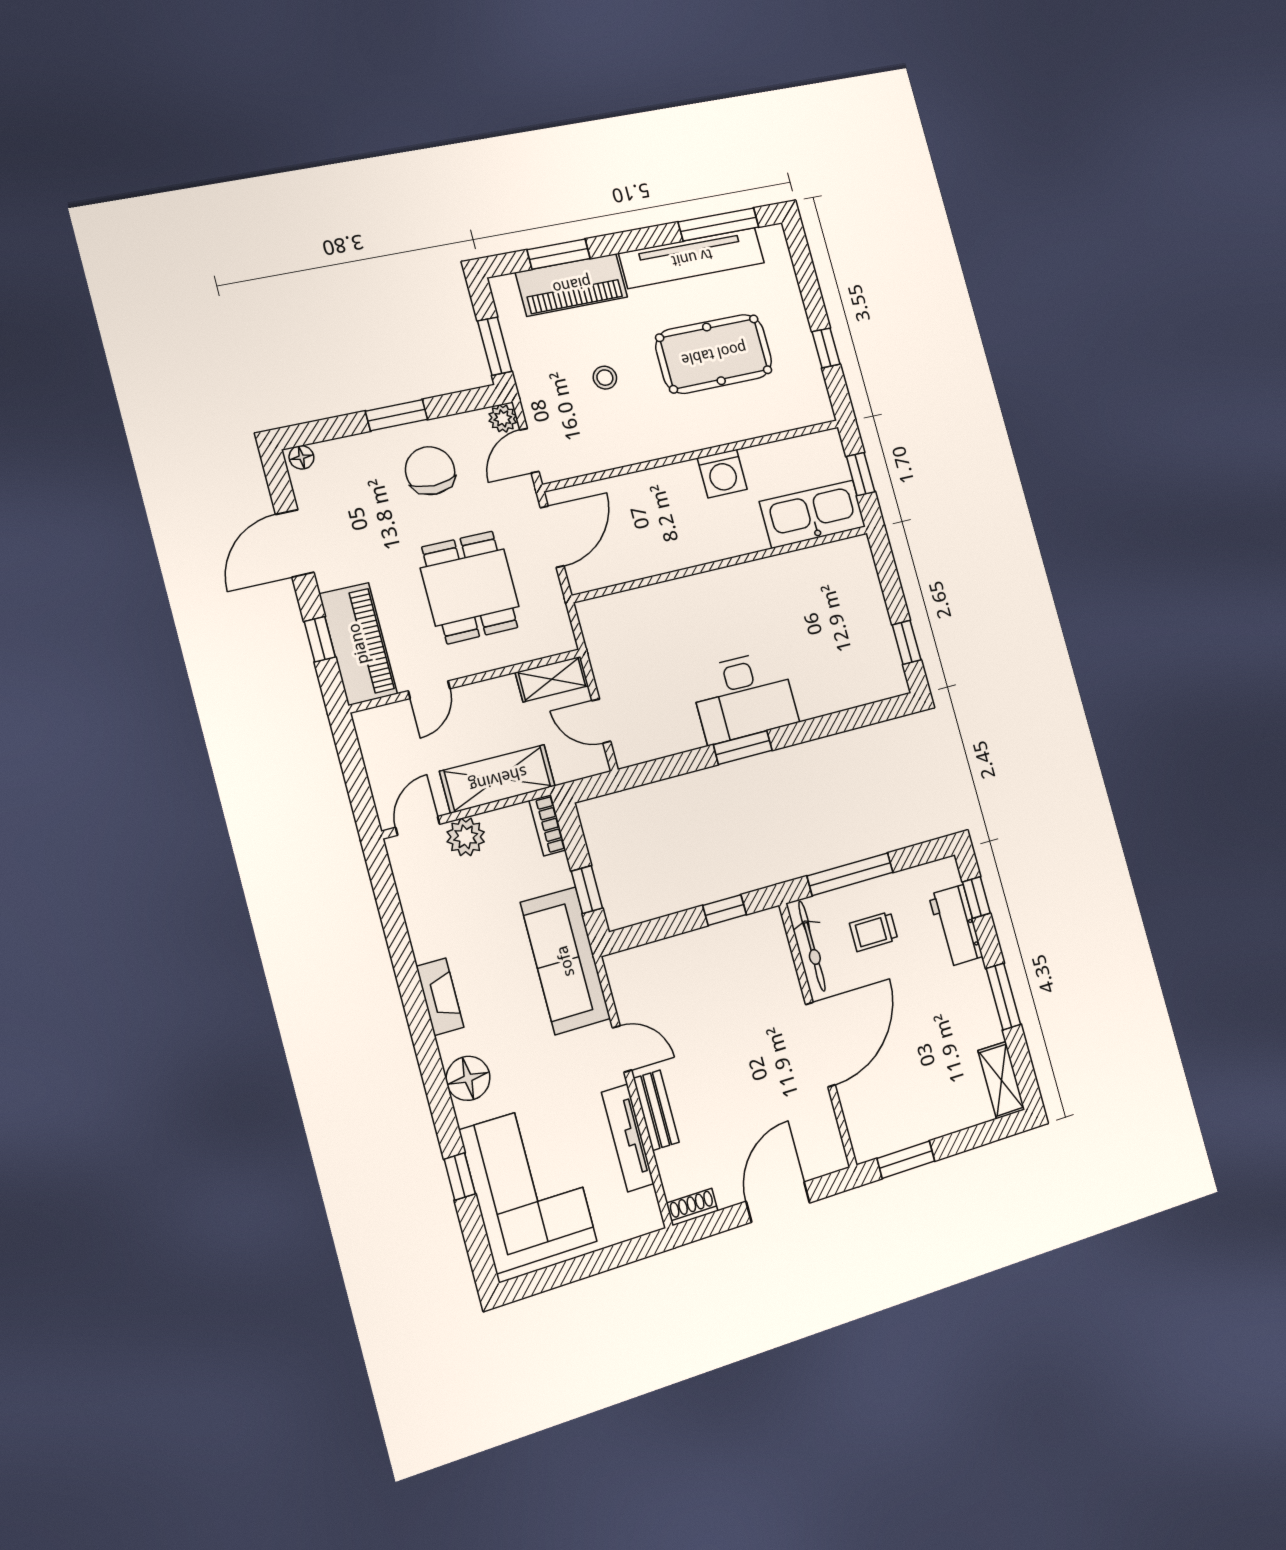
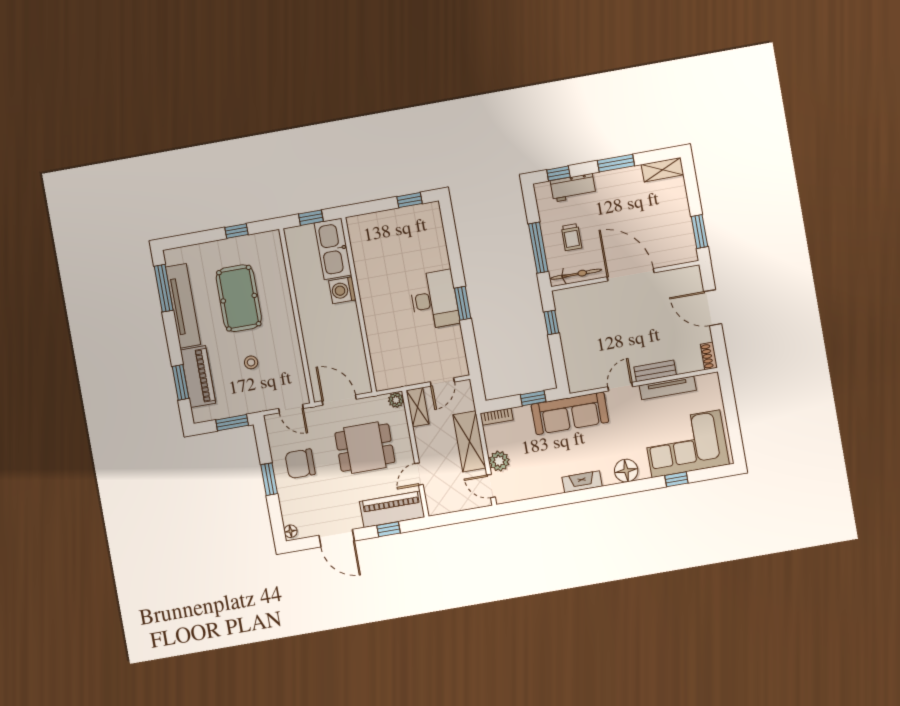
plant: (503, 418) -> (396, 400), moved
washing machine: (722, 474) -> (342, 290), moved, turned 180
door: (429, 690) -> (419, 474), swing flipped

